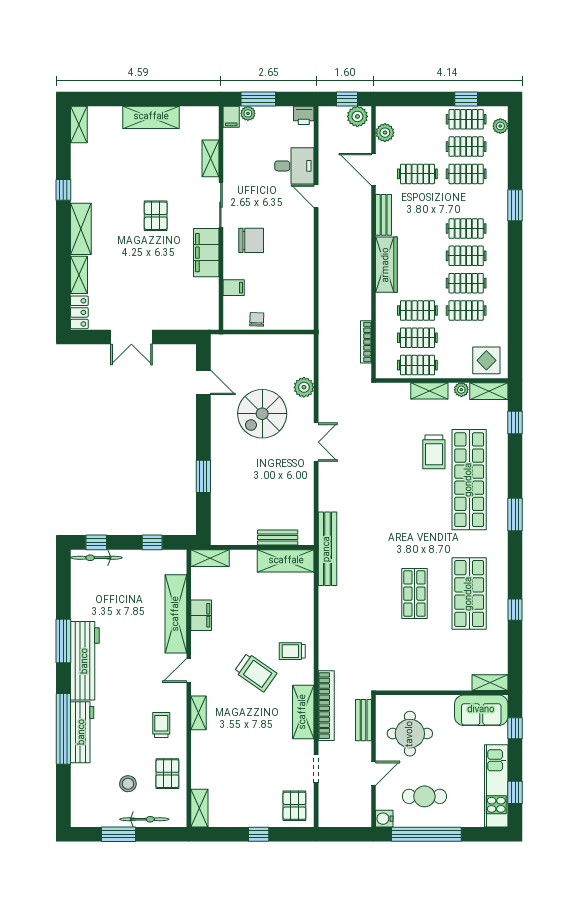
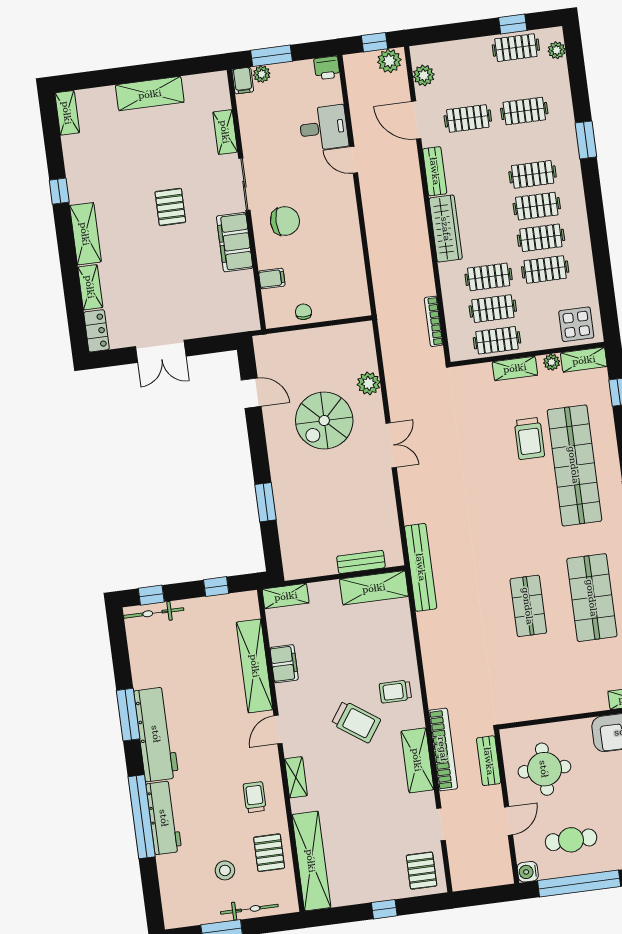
clothes rail: (466, 147) -> (520, 79), removed
shelving: (199, 808) -> (311, 861), width x2.20, depth x1.33

